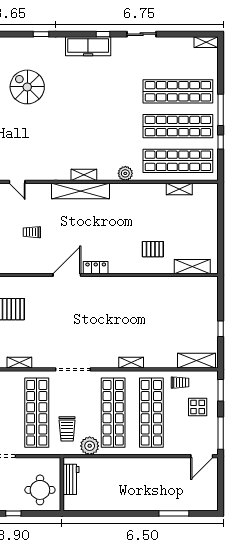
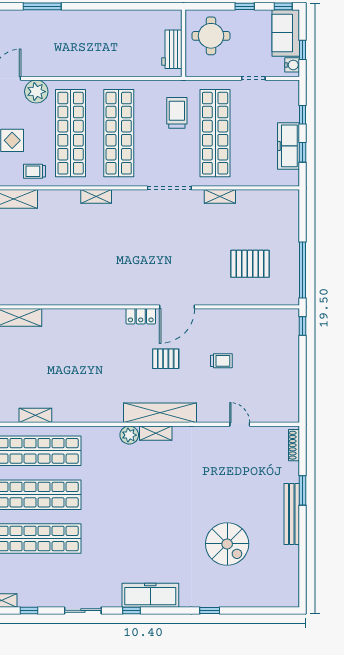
window: (184, 34) -> (29, 610), added
plant: (125, 173) -> (129, 435), moved
pallet: (153, 249) -> (166, 359), moved
shelving: (19, 363) -> (220, 196), moved
plant: (90, 446) -> (36, 92), moved

